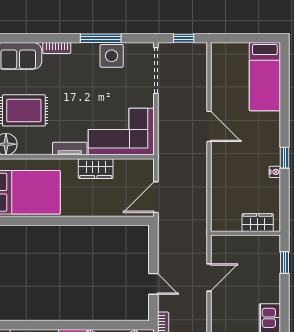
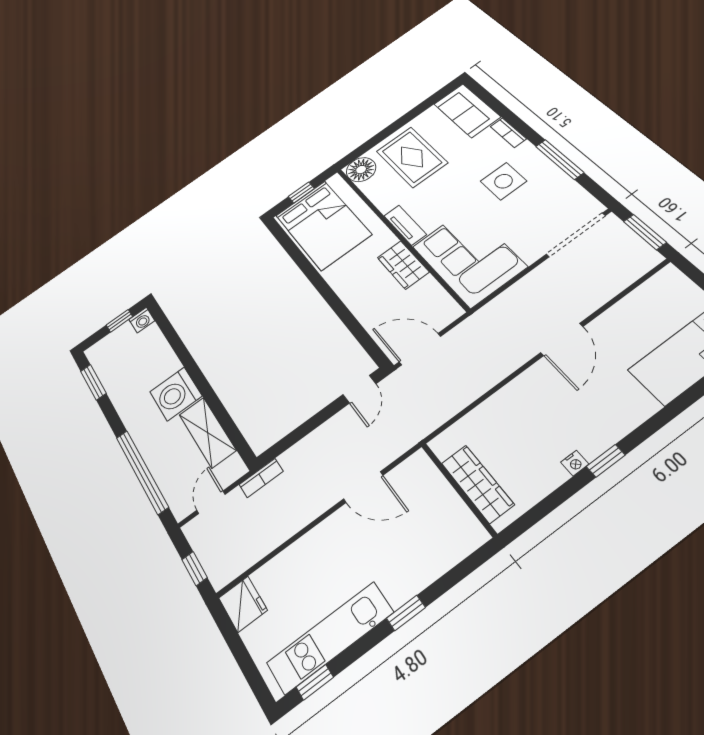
window: (184, 38) -> (645, 232), width x1.50
side table: (112, 56) -> (503, 181), moved
wardrobe: (258, 223) -> (477, 484), width x1.50
window: (284, 263) -> (406, 613), moved
door: (153, 284) -> (359, 389), moved

